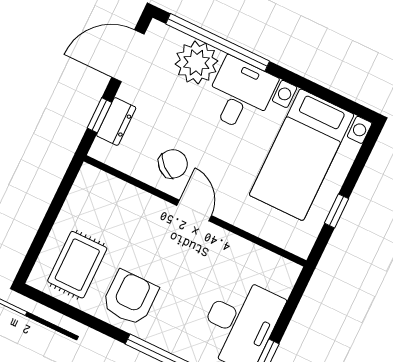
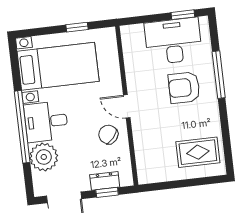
window: (218, 42) -> (22, 127), moved
door: (194, 210) -> (127, 106), hinge flipped
armchair: (130, 298) -> (184, 88), moved

